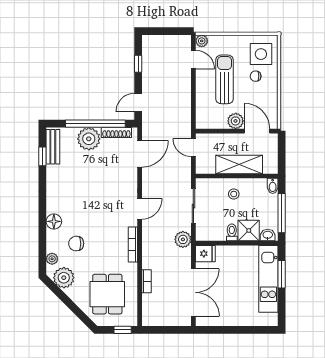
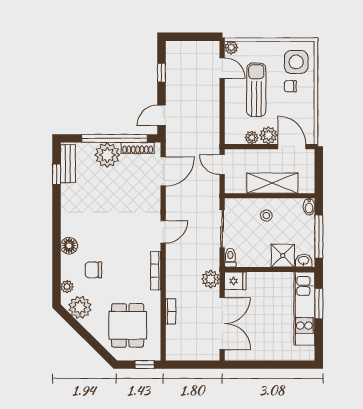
plant: (220, 123) -> (252, 138), added
toilet: (232, 232) -> (230, 258), moved
plant: (183, 239) -> (211, 279), moved

